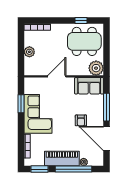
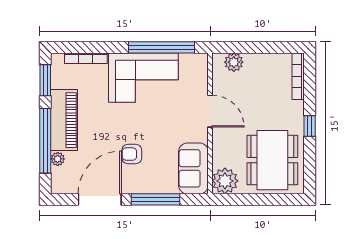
window: (81, 20) -> (310, 126), moved
plant: (29, 52) -> (234, 62), moved
window: (21, 104) -> (162, 47), width x2.11

